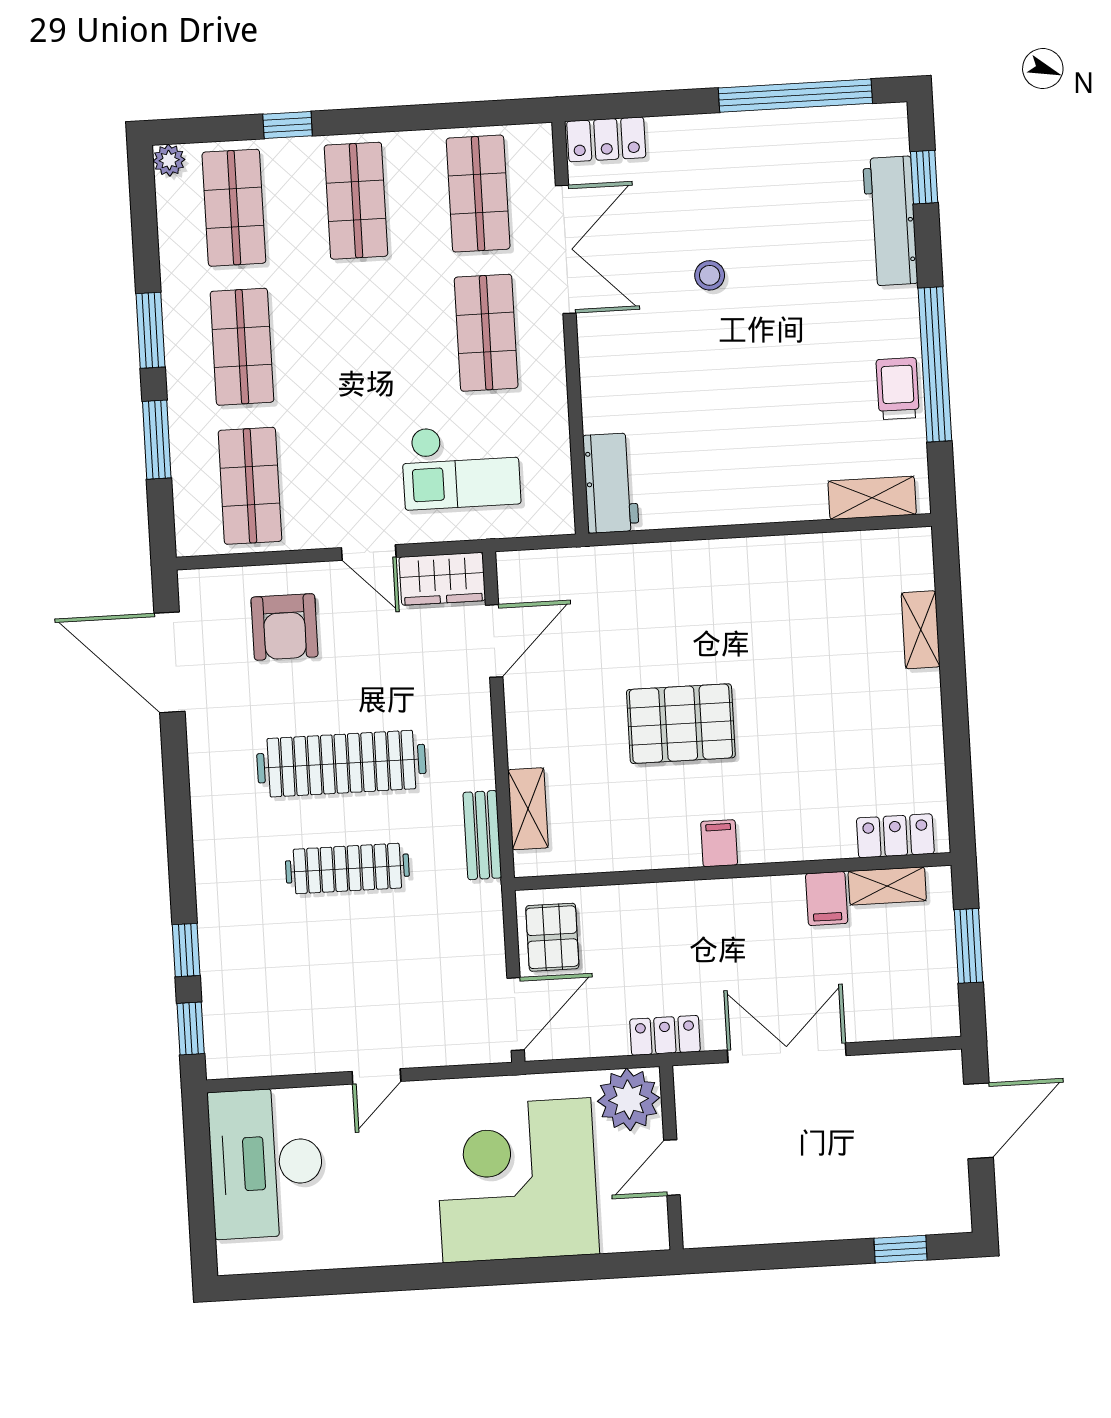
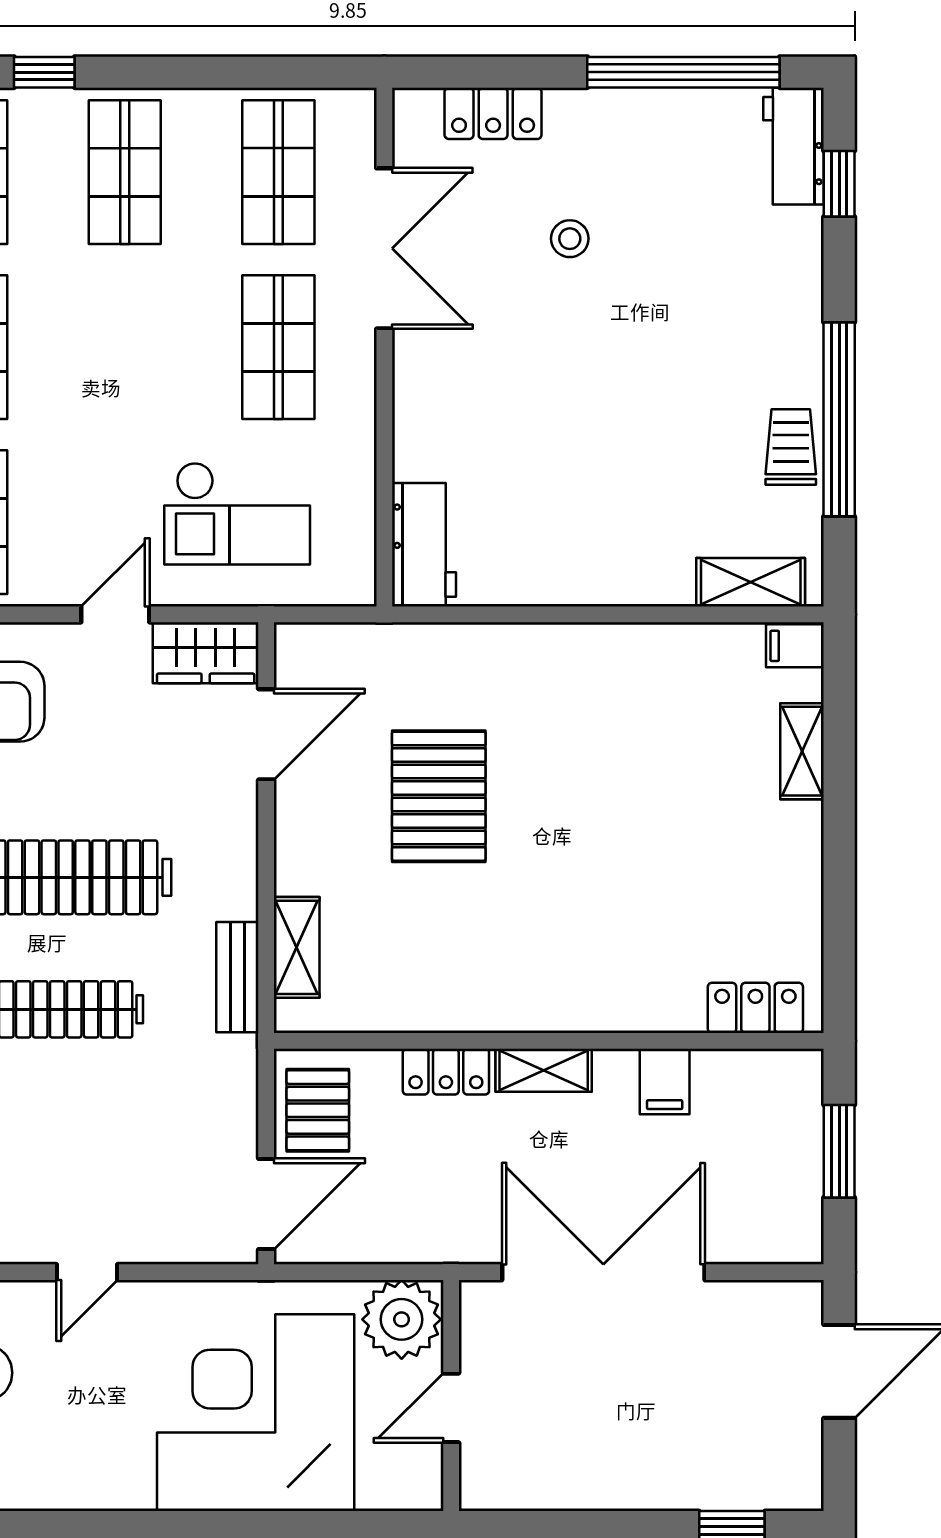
locker: (606, 139) -> (493, 113), moved
workbench: (890, 221) -> (793, 146), moved, width x0.73
stool: (710, 275) -> (570, 239), moved
door: (369, 552) -> (115, 614), swing flipped
pallet: (681, 724) -> (439, 796), moved, turned 90
filing cabinet: (719, 843) -> (795, 646), moved, turned -90
shelving: (887, 886) -> (544, 1070), moved
locker: (665, 1035) -> (446, 1072), moved, turned 180
double door: (787, 1053) -> (603, 1272), width x1.36

